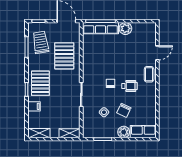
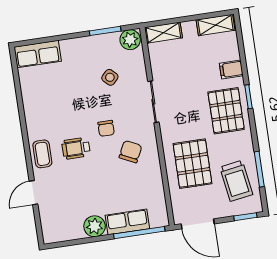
row of seats: (100, 28) -> (127, 222), width x0.68
wheelchair: (130, 86) -> (76, 148), moved
chair: (124, 110) -> (130, 152), moved
plant: (124, 132) -> (130, 40), moved

